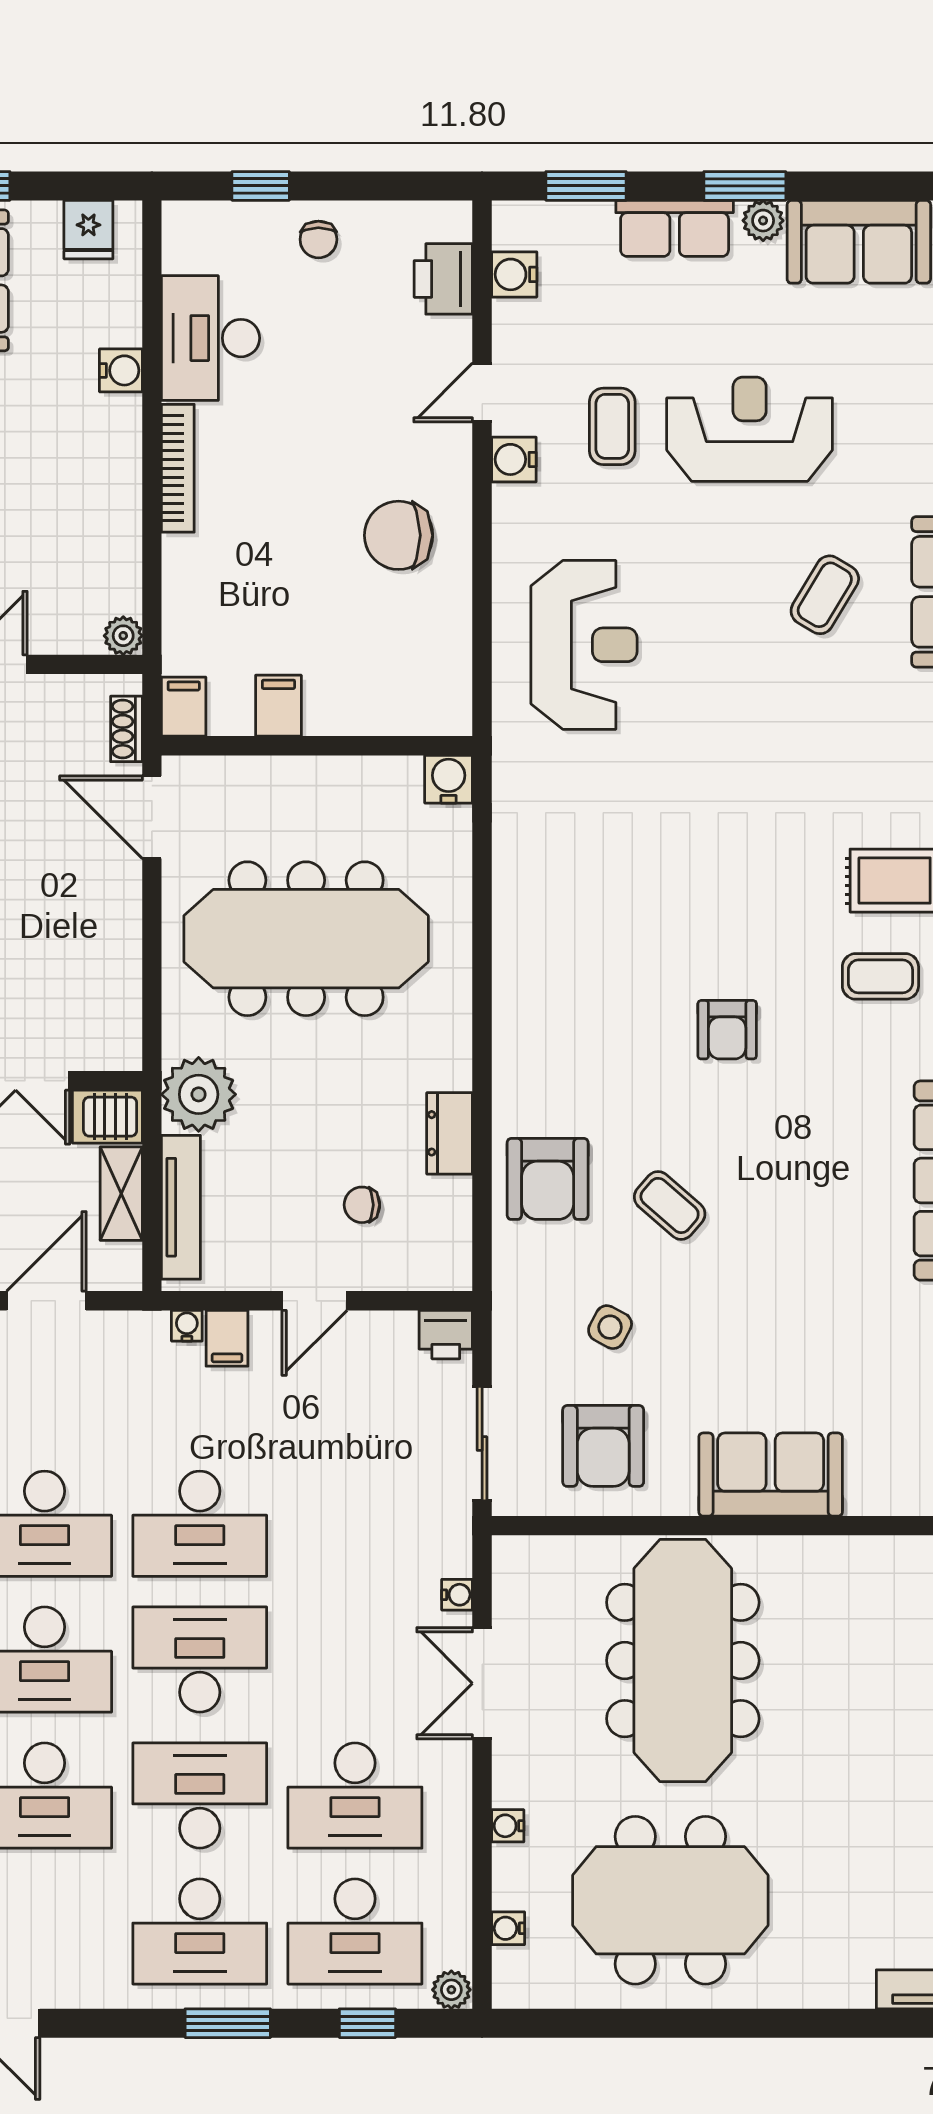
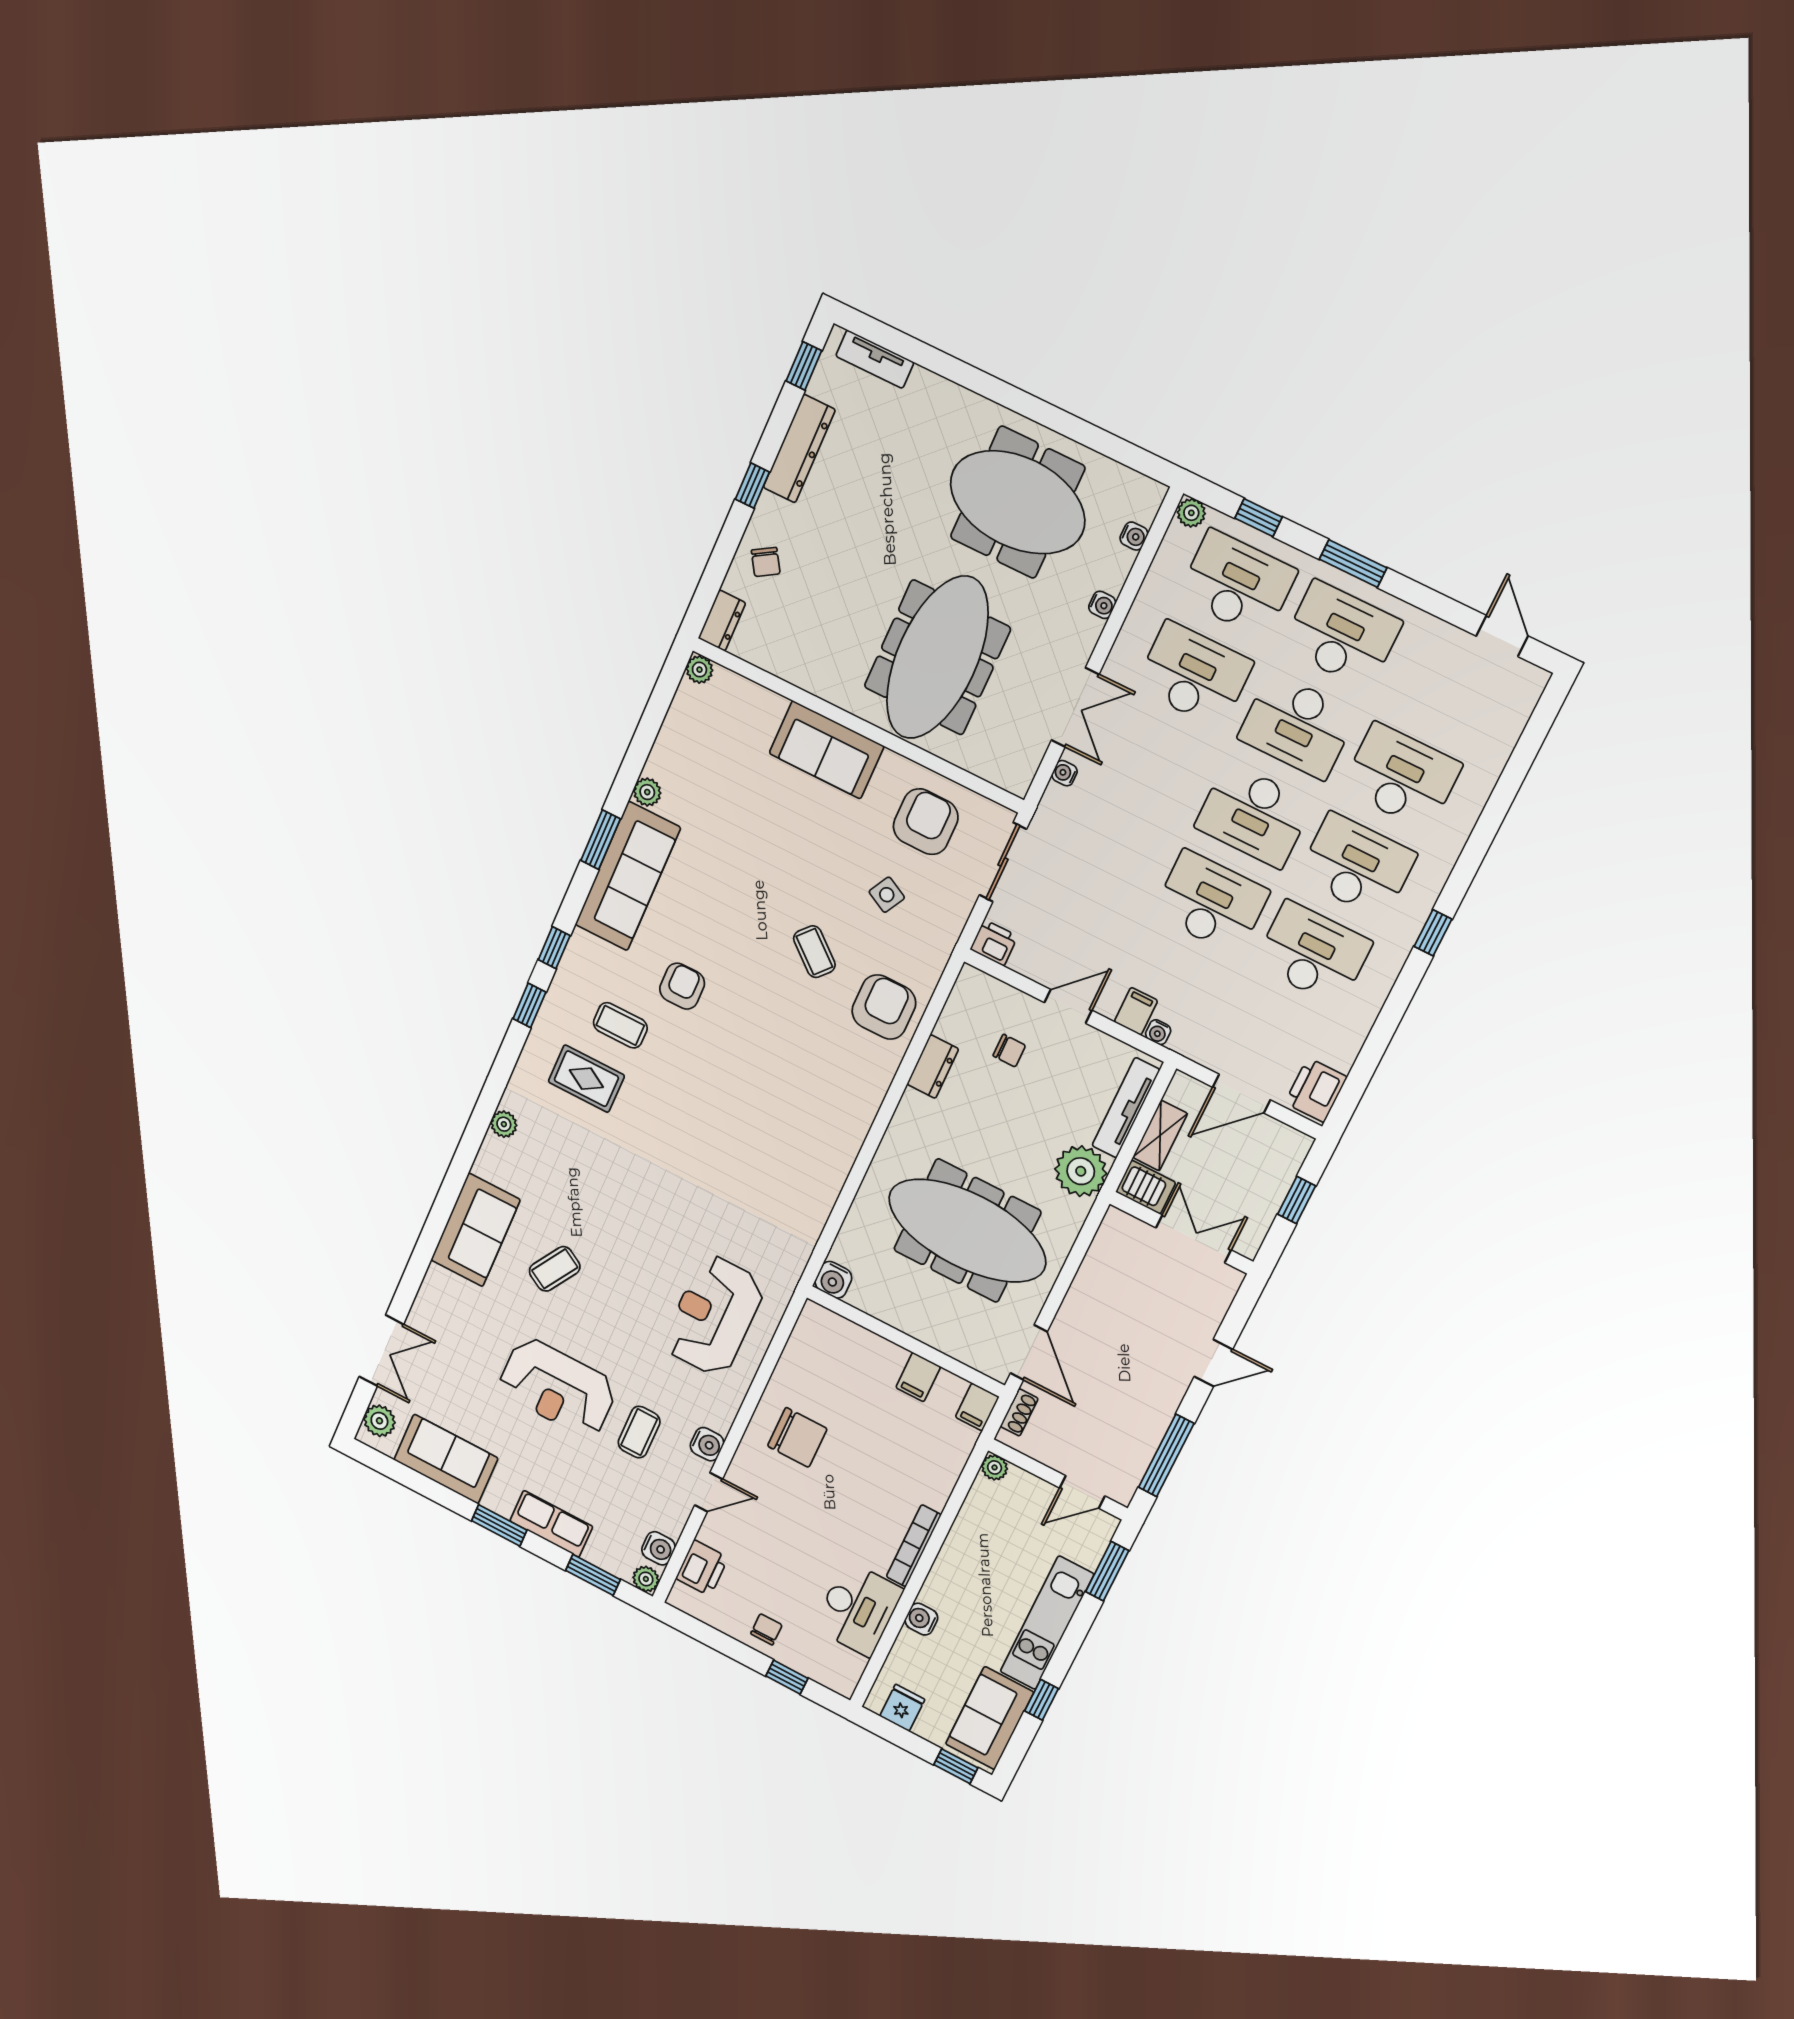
plant: (763, 221) -> (646, 1579), moved
armchair: (727, 1030) -> (682, 986), moved

